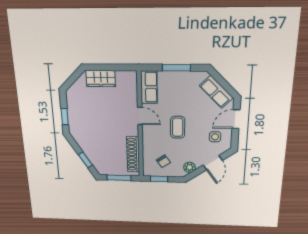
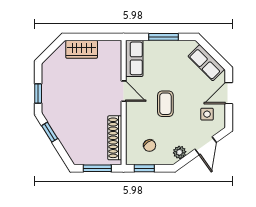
window: (85, 160) -> (50, 132), moved

